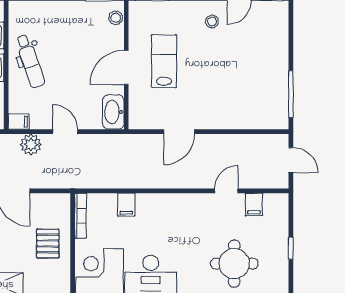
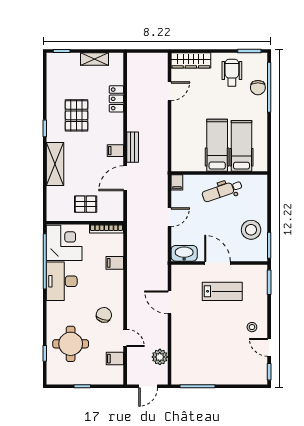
stool: (116, 18) -> (251, 230), moved, width x1.89, depth x1.89
plant: (31, 145) -> (160, 357), moved
chair: (196, 219) -> (104, 315), added

